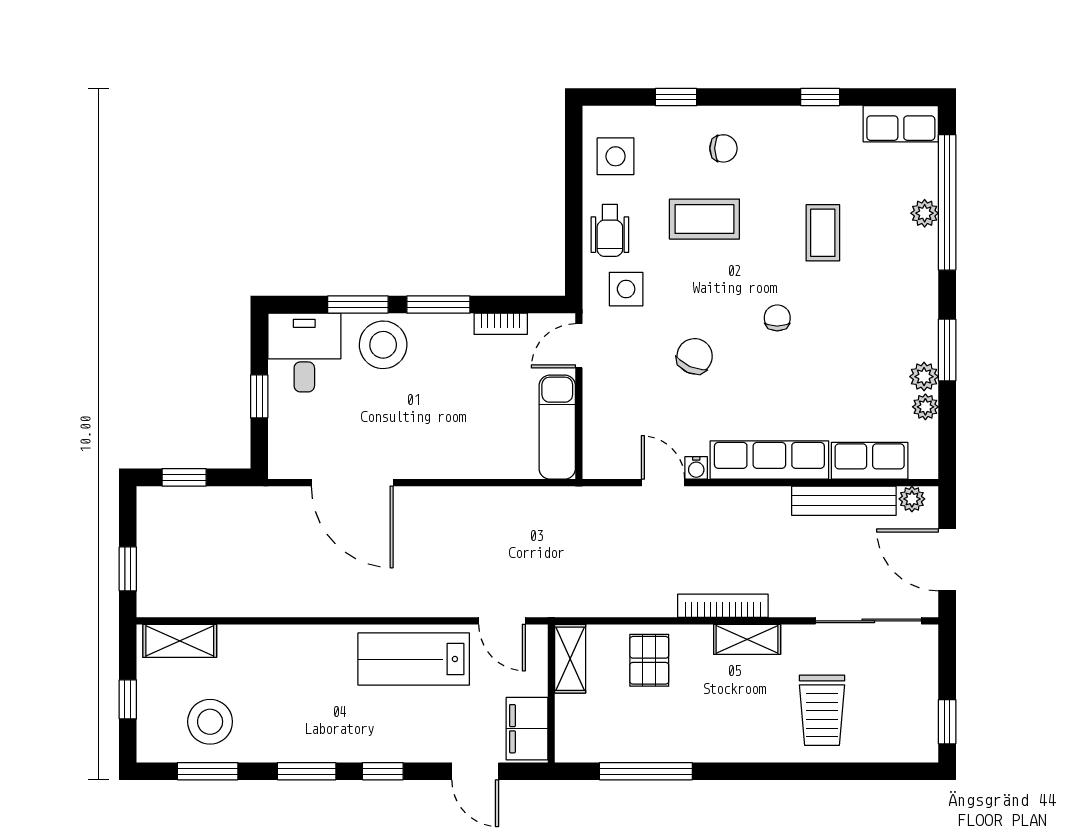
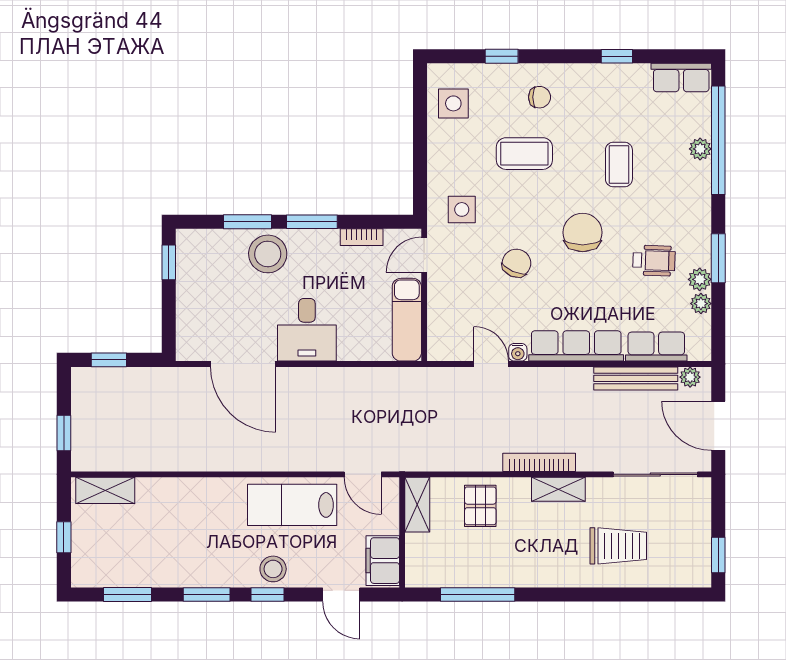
wheelchair: (610, 230) -> (654, 261), moved, turned -88
chair: (777, 318) -> (583, 232), width x1.87, depth x1.87
desk: (304, 353) -> (307, 330), moved, turned 180
window: (259, 396) -> (169, 262), moved
trolley: (822, 710) -> (618, 546), turned -90
stool: (210, 722) -> (273, 569), moved, width x0.73, depth x0.73

